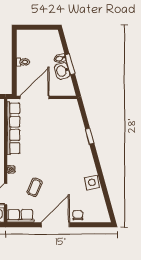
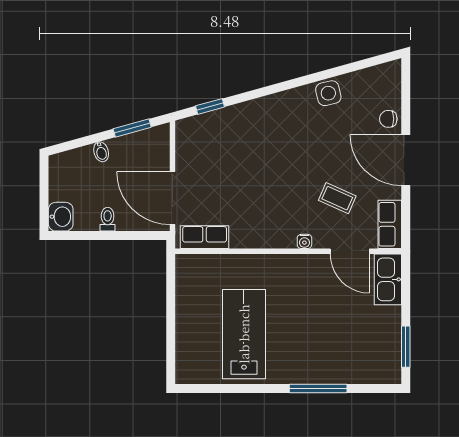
window: (70, 64) -> (132, 128), moved
washbasin: (62, 71) -> (61, 217), moved, turned -75
row of seats: (13, 128) -> (205, 237), width x0.50
window: (90, 136) -> (210, 106), moved

